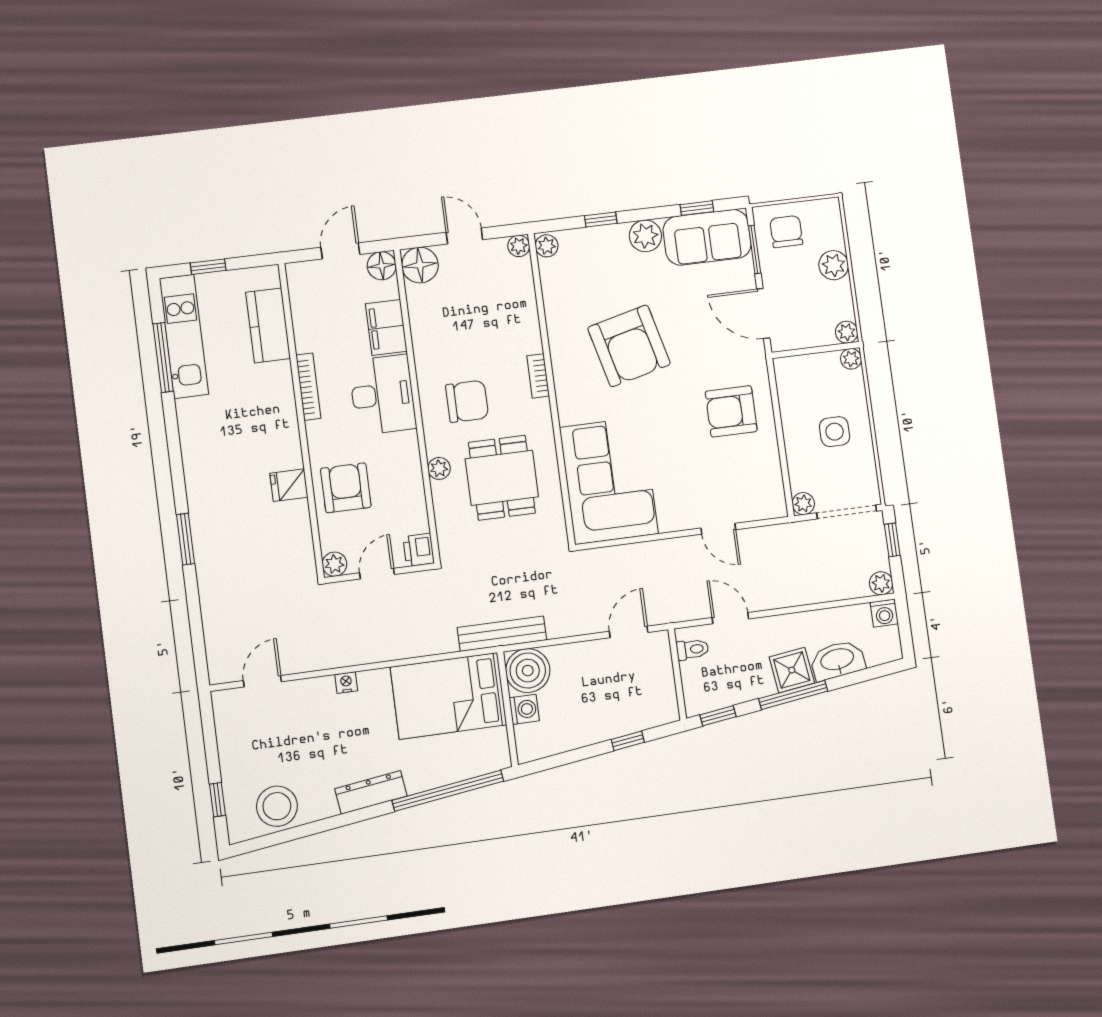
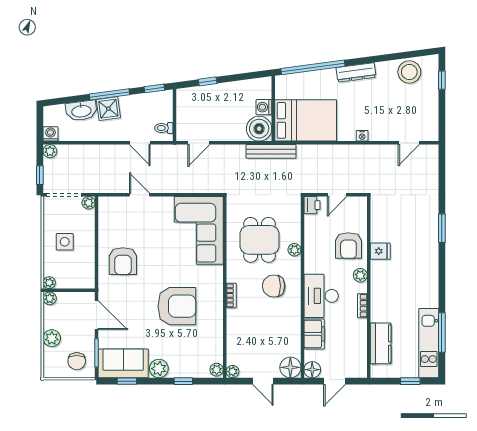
armchair: (629, 346) -> (177, 306), turned 104
bookcase: (308, 387) -> (362, 306), width x0.64
armchair: (731, 411) -> (123, 261), turned 90
plant: (334, 564) -> (360, 275), moved

